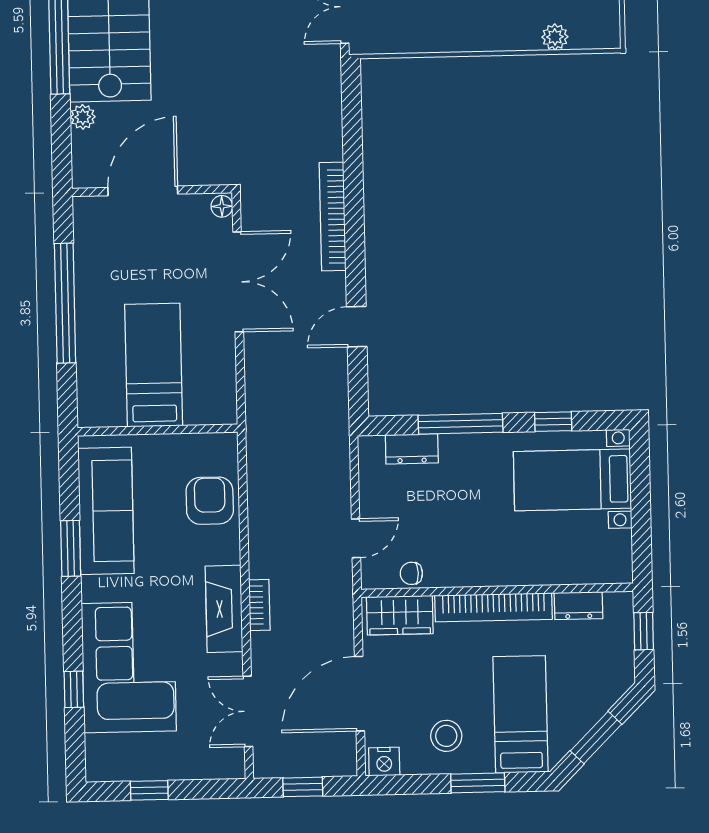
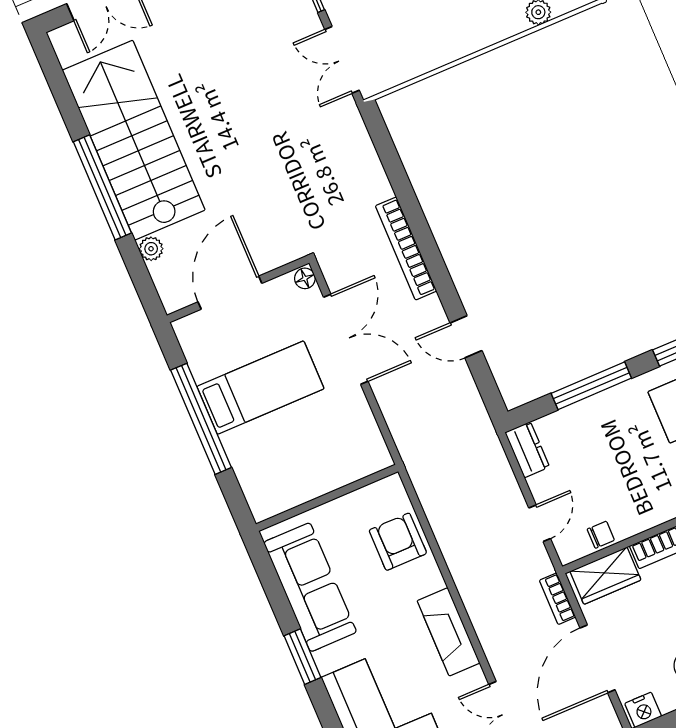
door: (357, 327) -> (466, 337), hinge flipped
bed: (154, 365) -> (261, 388), moved, turned 90
dresser: (412, 449) -> (527, 450), moved, turned -90
window: (71, 548) -> (303, 657), moved
chair: (411, 573) -> (601, 535), turned 180
bookcase: (259, 605) -> (558, 599), moved, turned 180

